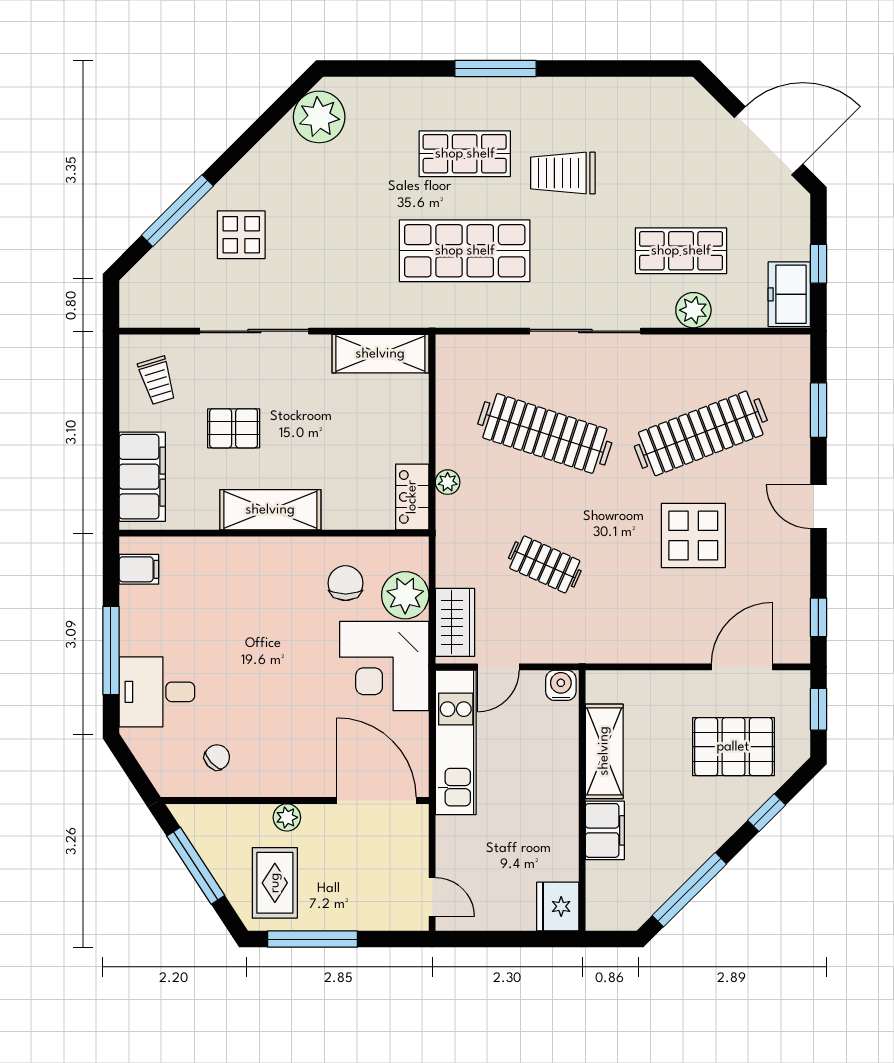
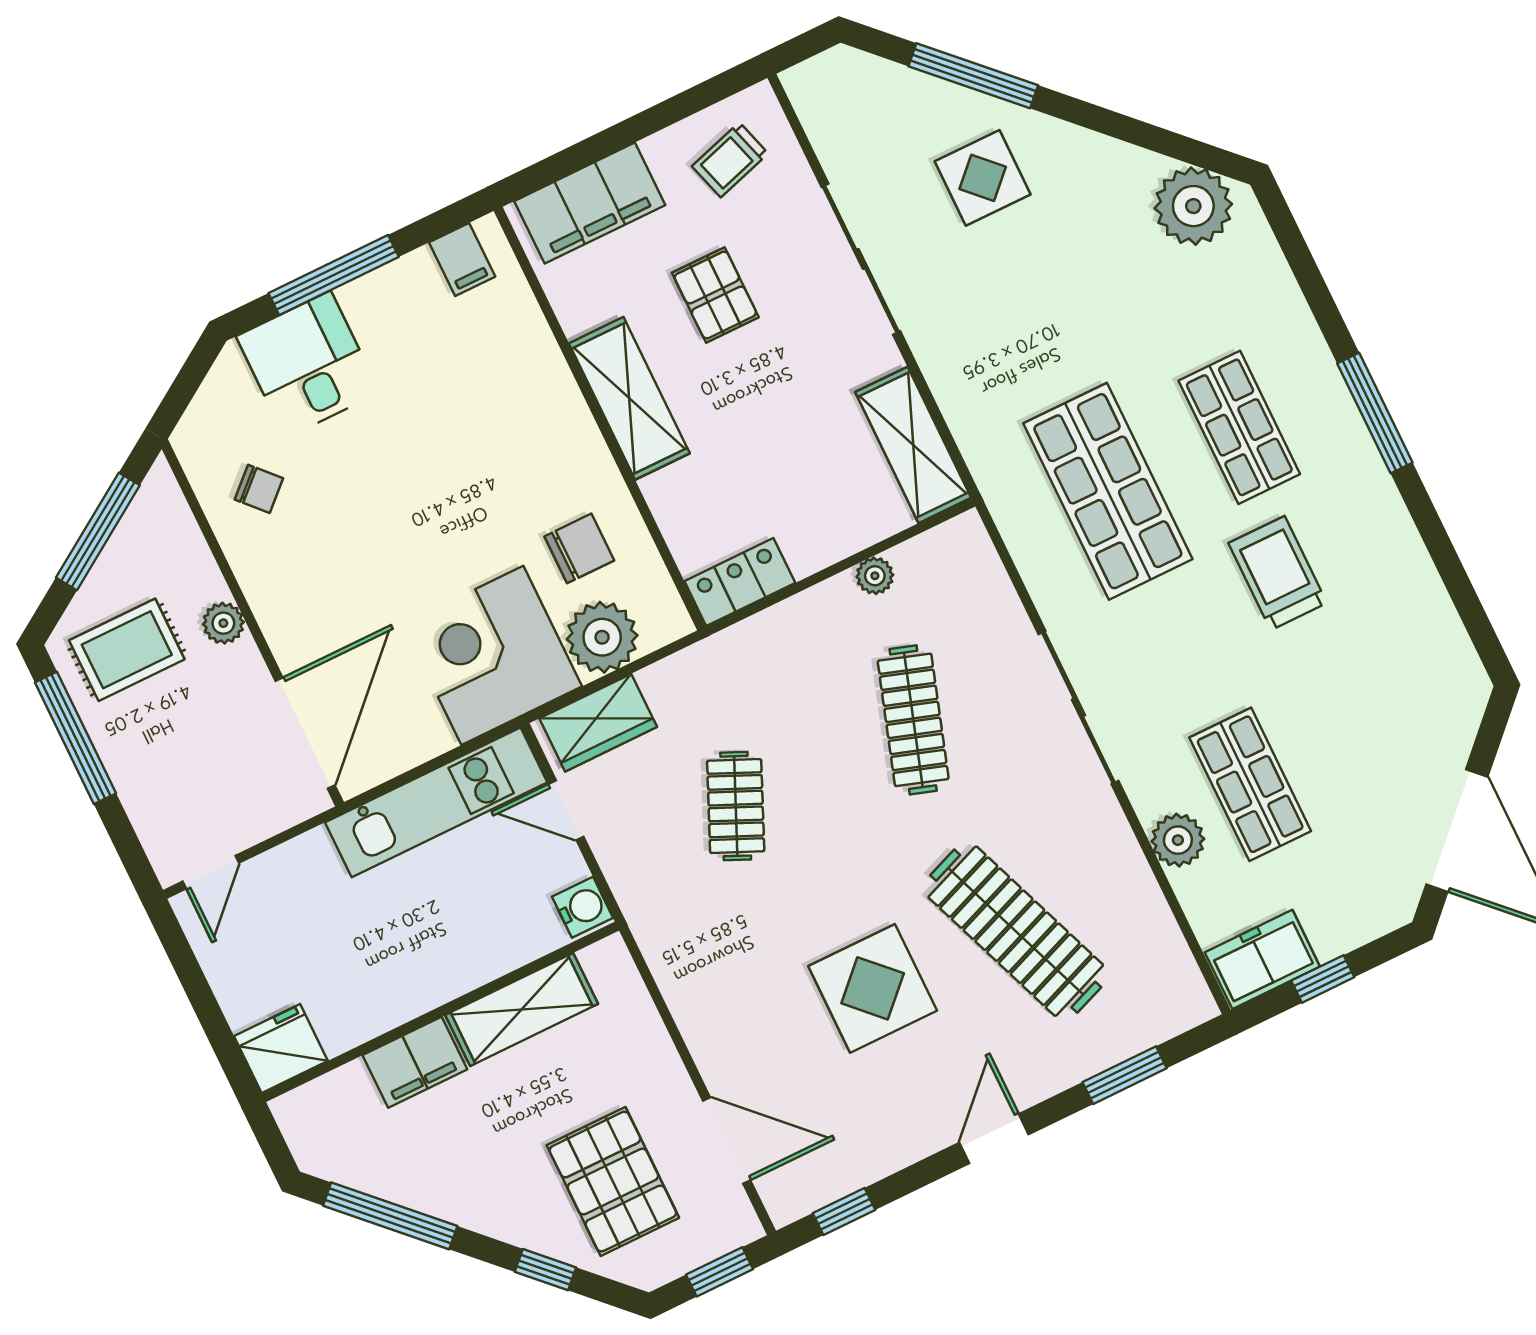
clothes rail: (545, 433) -> (913, 720), width x0.73, depth x0.76
plant: (448, 482) -> (875, 576), moved

